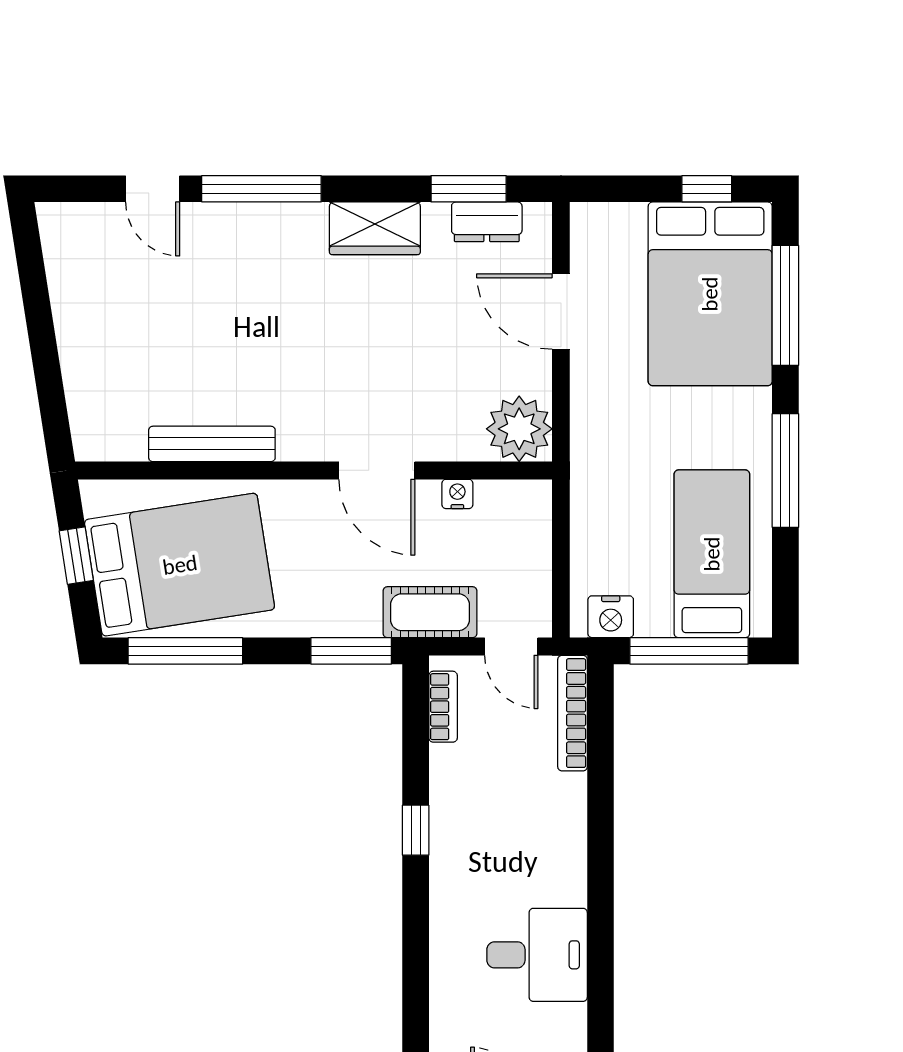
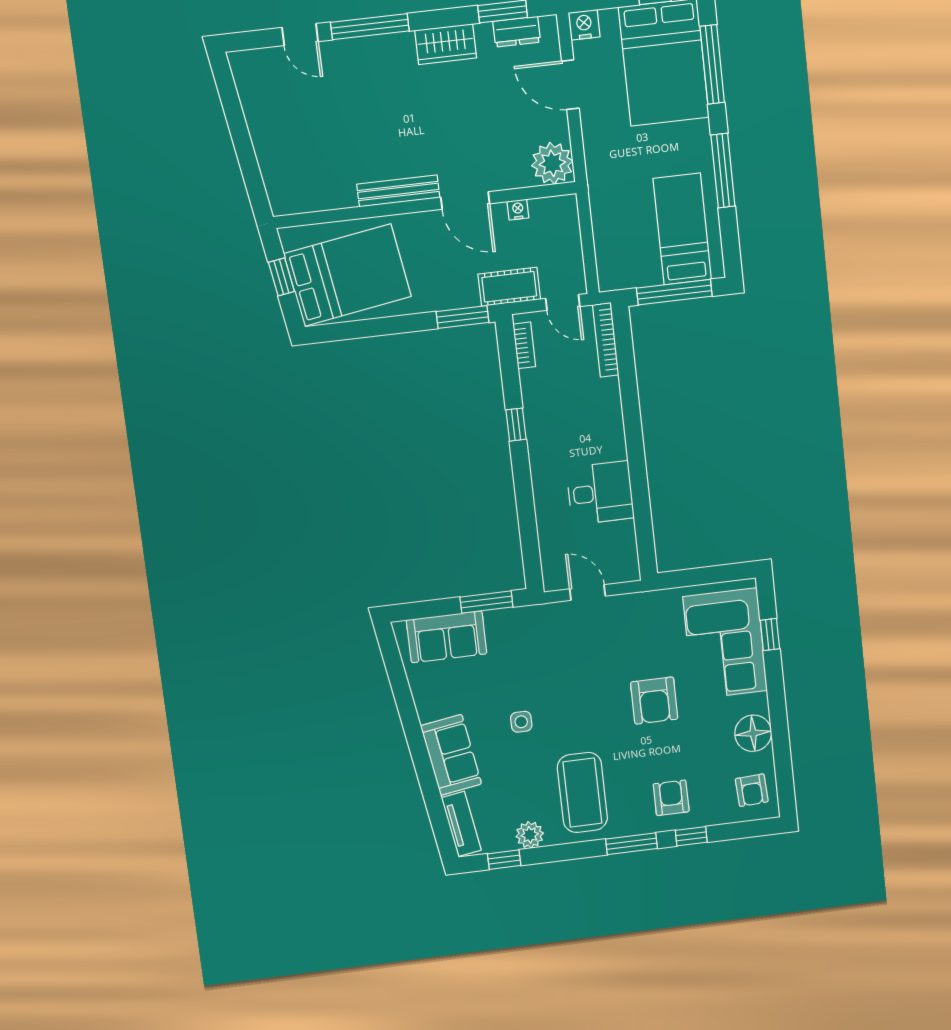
bench: (212, 444) -> (398, 191), moved
nightstand: (611, 617) -> (584, 25), moved, turned 180
window: (185, 651) -> (358, 329), removed

